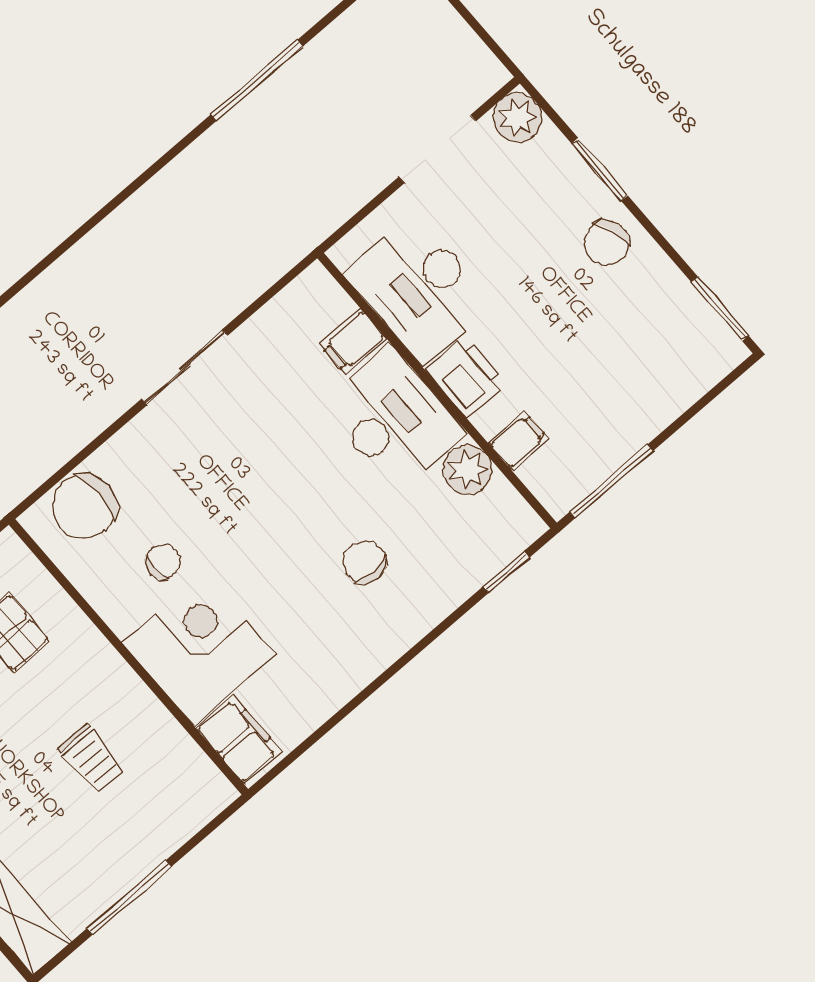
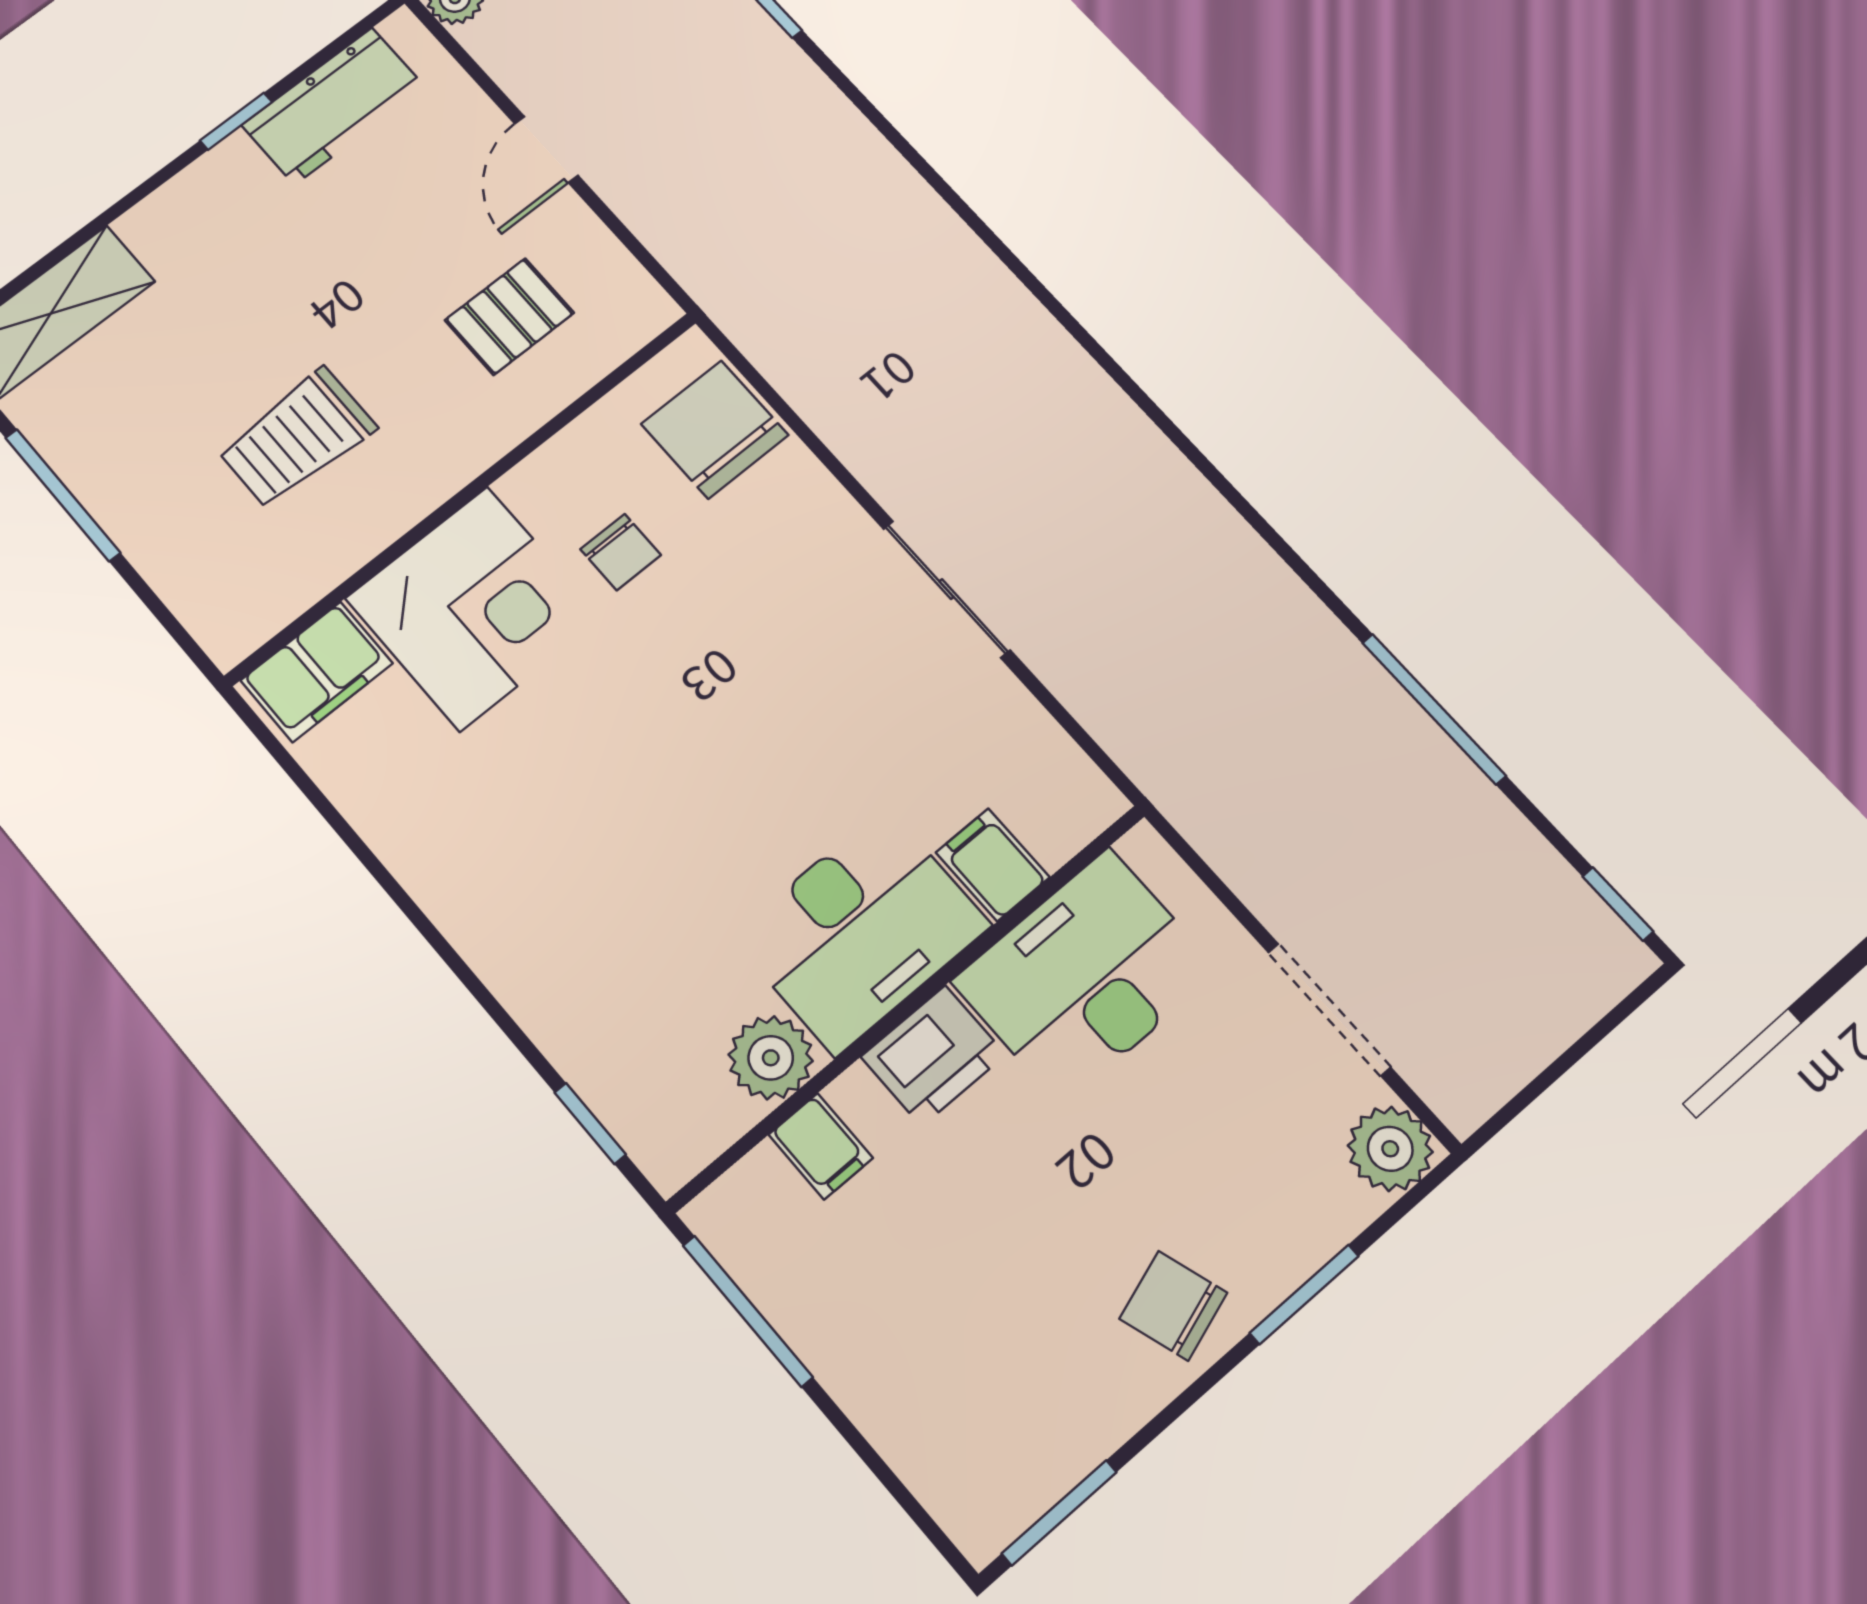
chair: (365, 562) -> (613, 881), removed
trolley: (92, 759) -> (297, 438), width x1.36, depth x1.39

